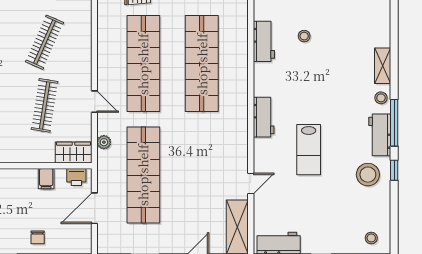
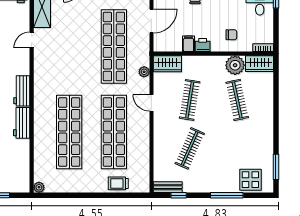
workbench: (264, 41) -> (22, 123), moved
printer: (76, 177) -> (203, 45), moved

